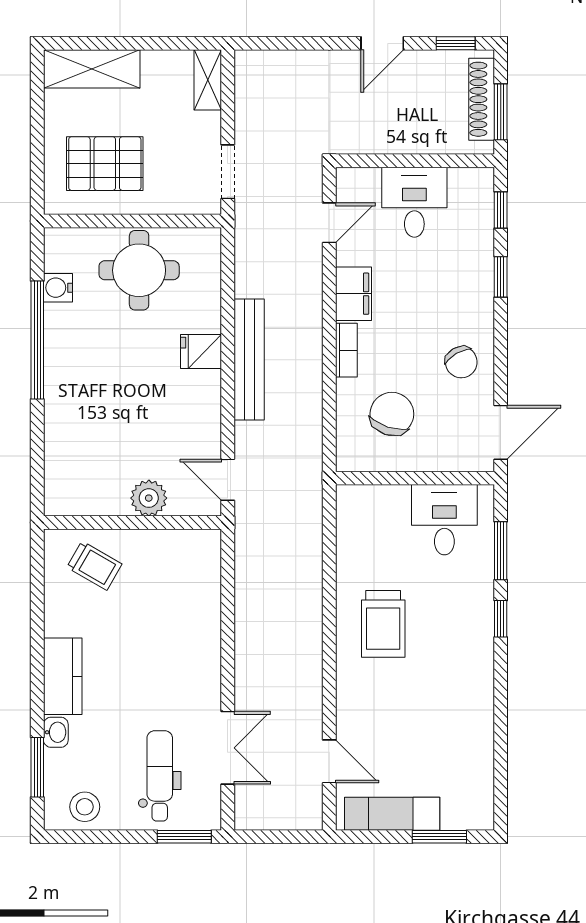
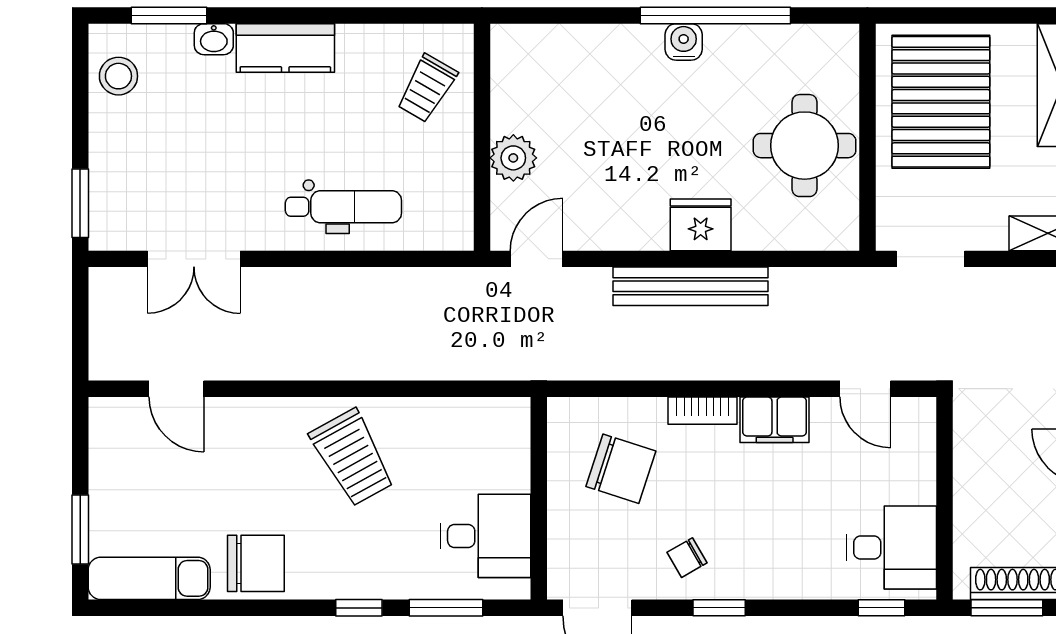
pallet: (105, 164) -> (941, 102), width x1.37, depth x1.41
desk: (414, 202) -> (891, 548), moved
window: (501, 277) -> (719, 608), moved
water cooler: (58, 288) -> (684, 42), moved
fridge: (201, 352) -> (701, 225), width x1.38
chair: (461, 362) -> (687, 558), width x0.73, depth x0.73
trolley: (383, 624) -> (352, 458), turned -119
chair: (466, 699) -> (256, 563), added
door: (329, 761) -> (176, 389), hinge flipped
dental chair: (160, 776) -> (343, 207), moved
exam couch: (392, 814) -> (149, 578), moved, turned -90

